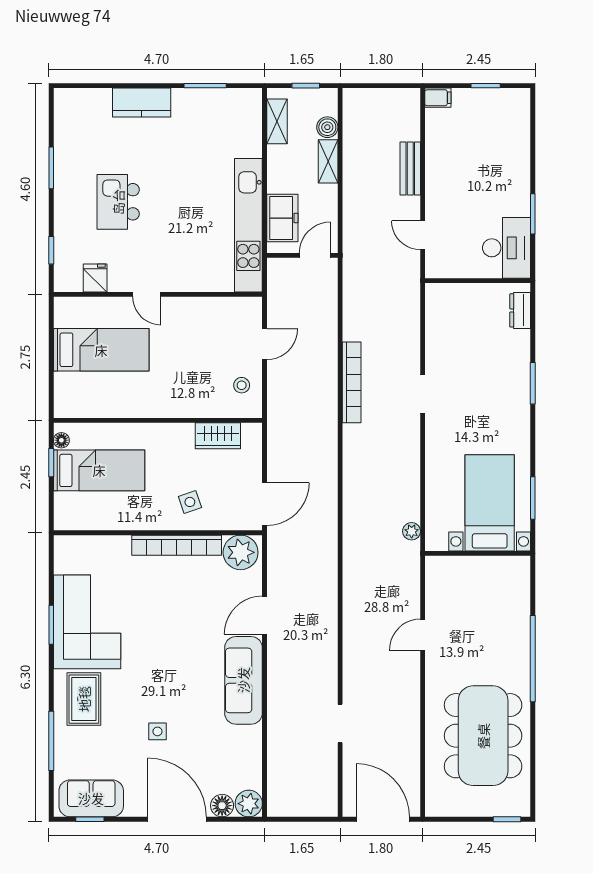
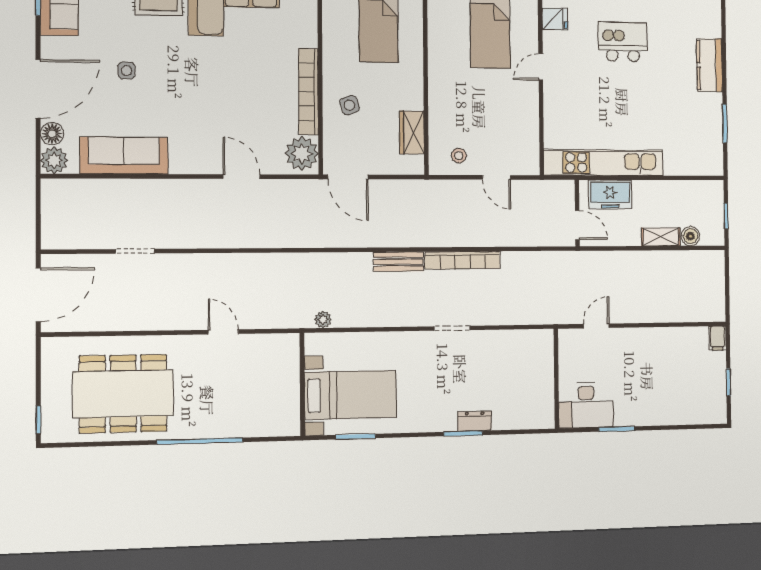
shelving: (277, 121) -> (695, 189), removed
bench: (410, 169) -> (398, 262), moved
dresser: (520, 310) -> (475, 421), moved
sofa: (243, 680) -> (124, 155), moved

